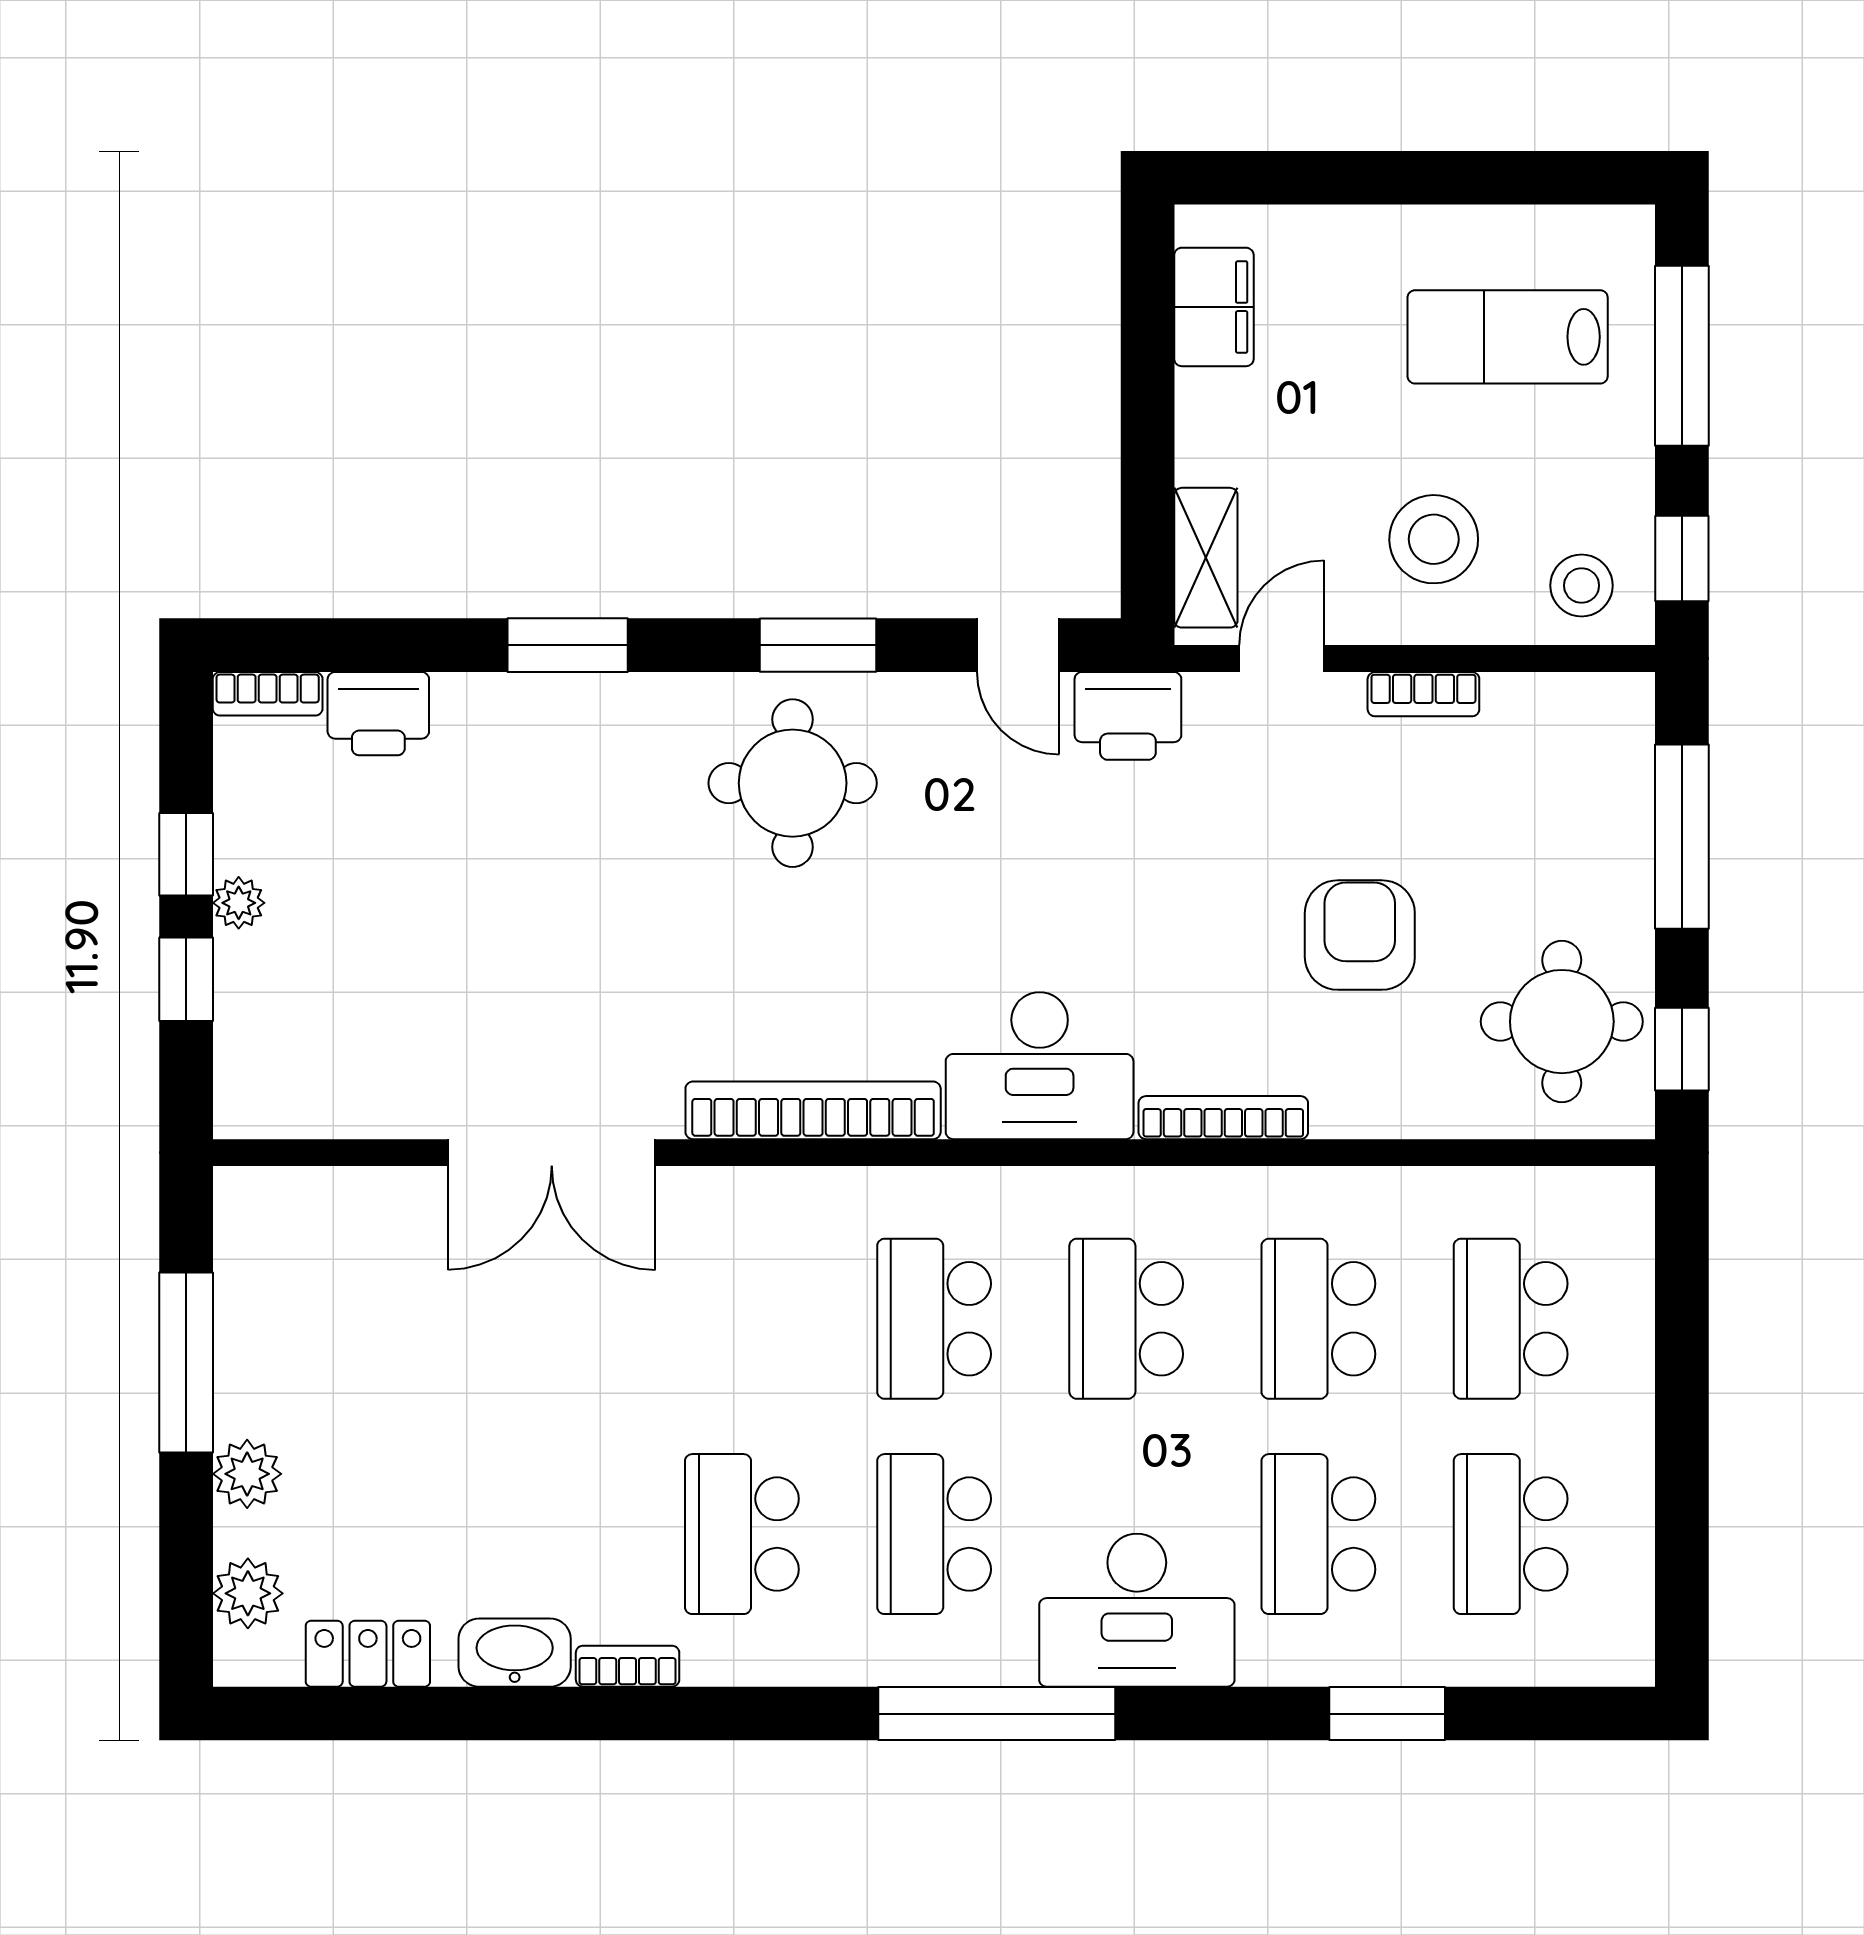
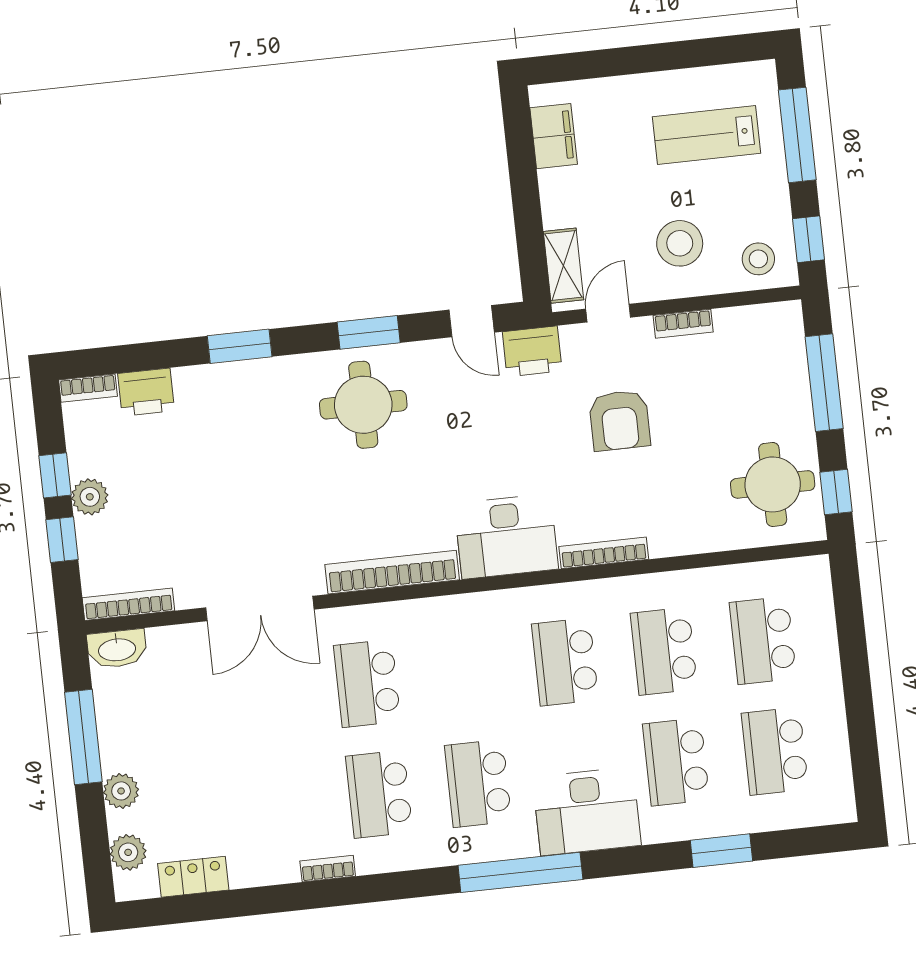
plant: (239, 903) -> (90, 497), width x1.38, depth x1.38
armchair: (1360, 935) -> (620, 420), moved, turned 180
bookcase: (300, 1117) -> (128, 604), added
school desk: (934, 1319) -> (367, 683), moved
washbasin: (515, 1653) -> (117, 649), moved, turned 180

